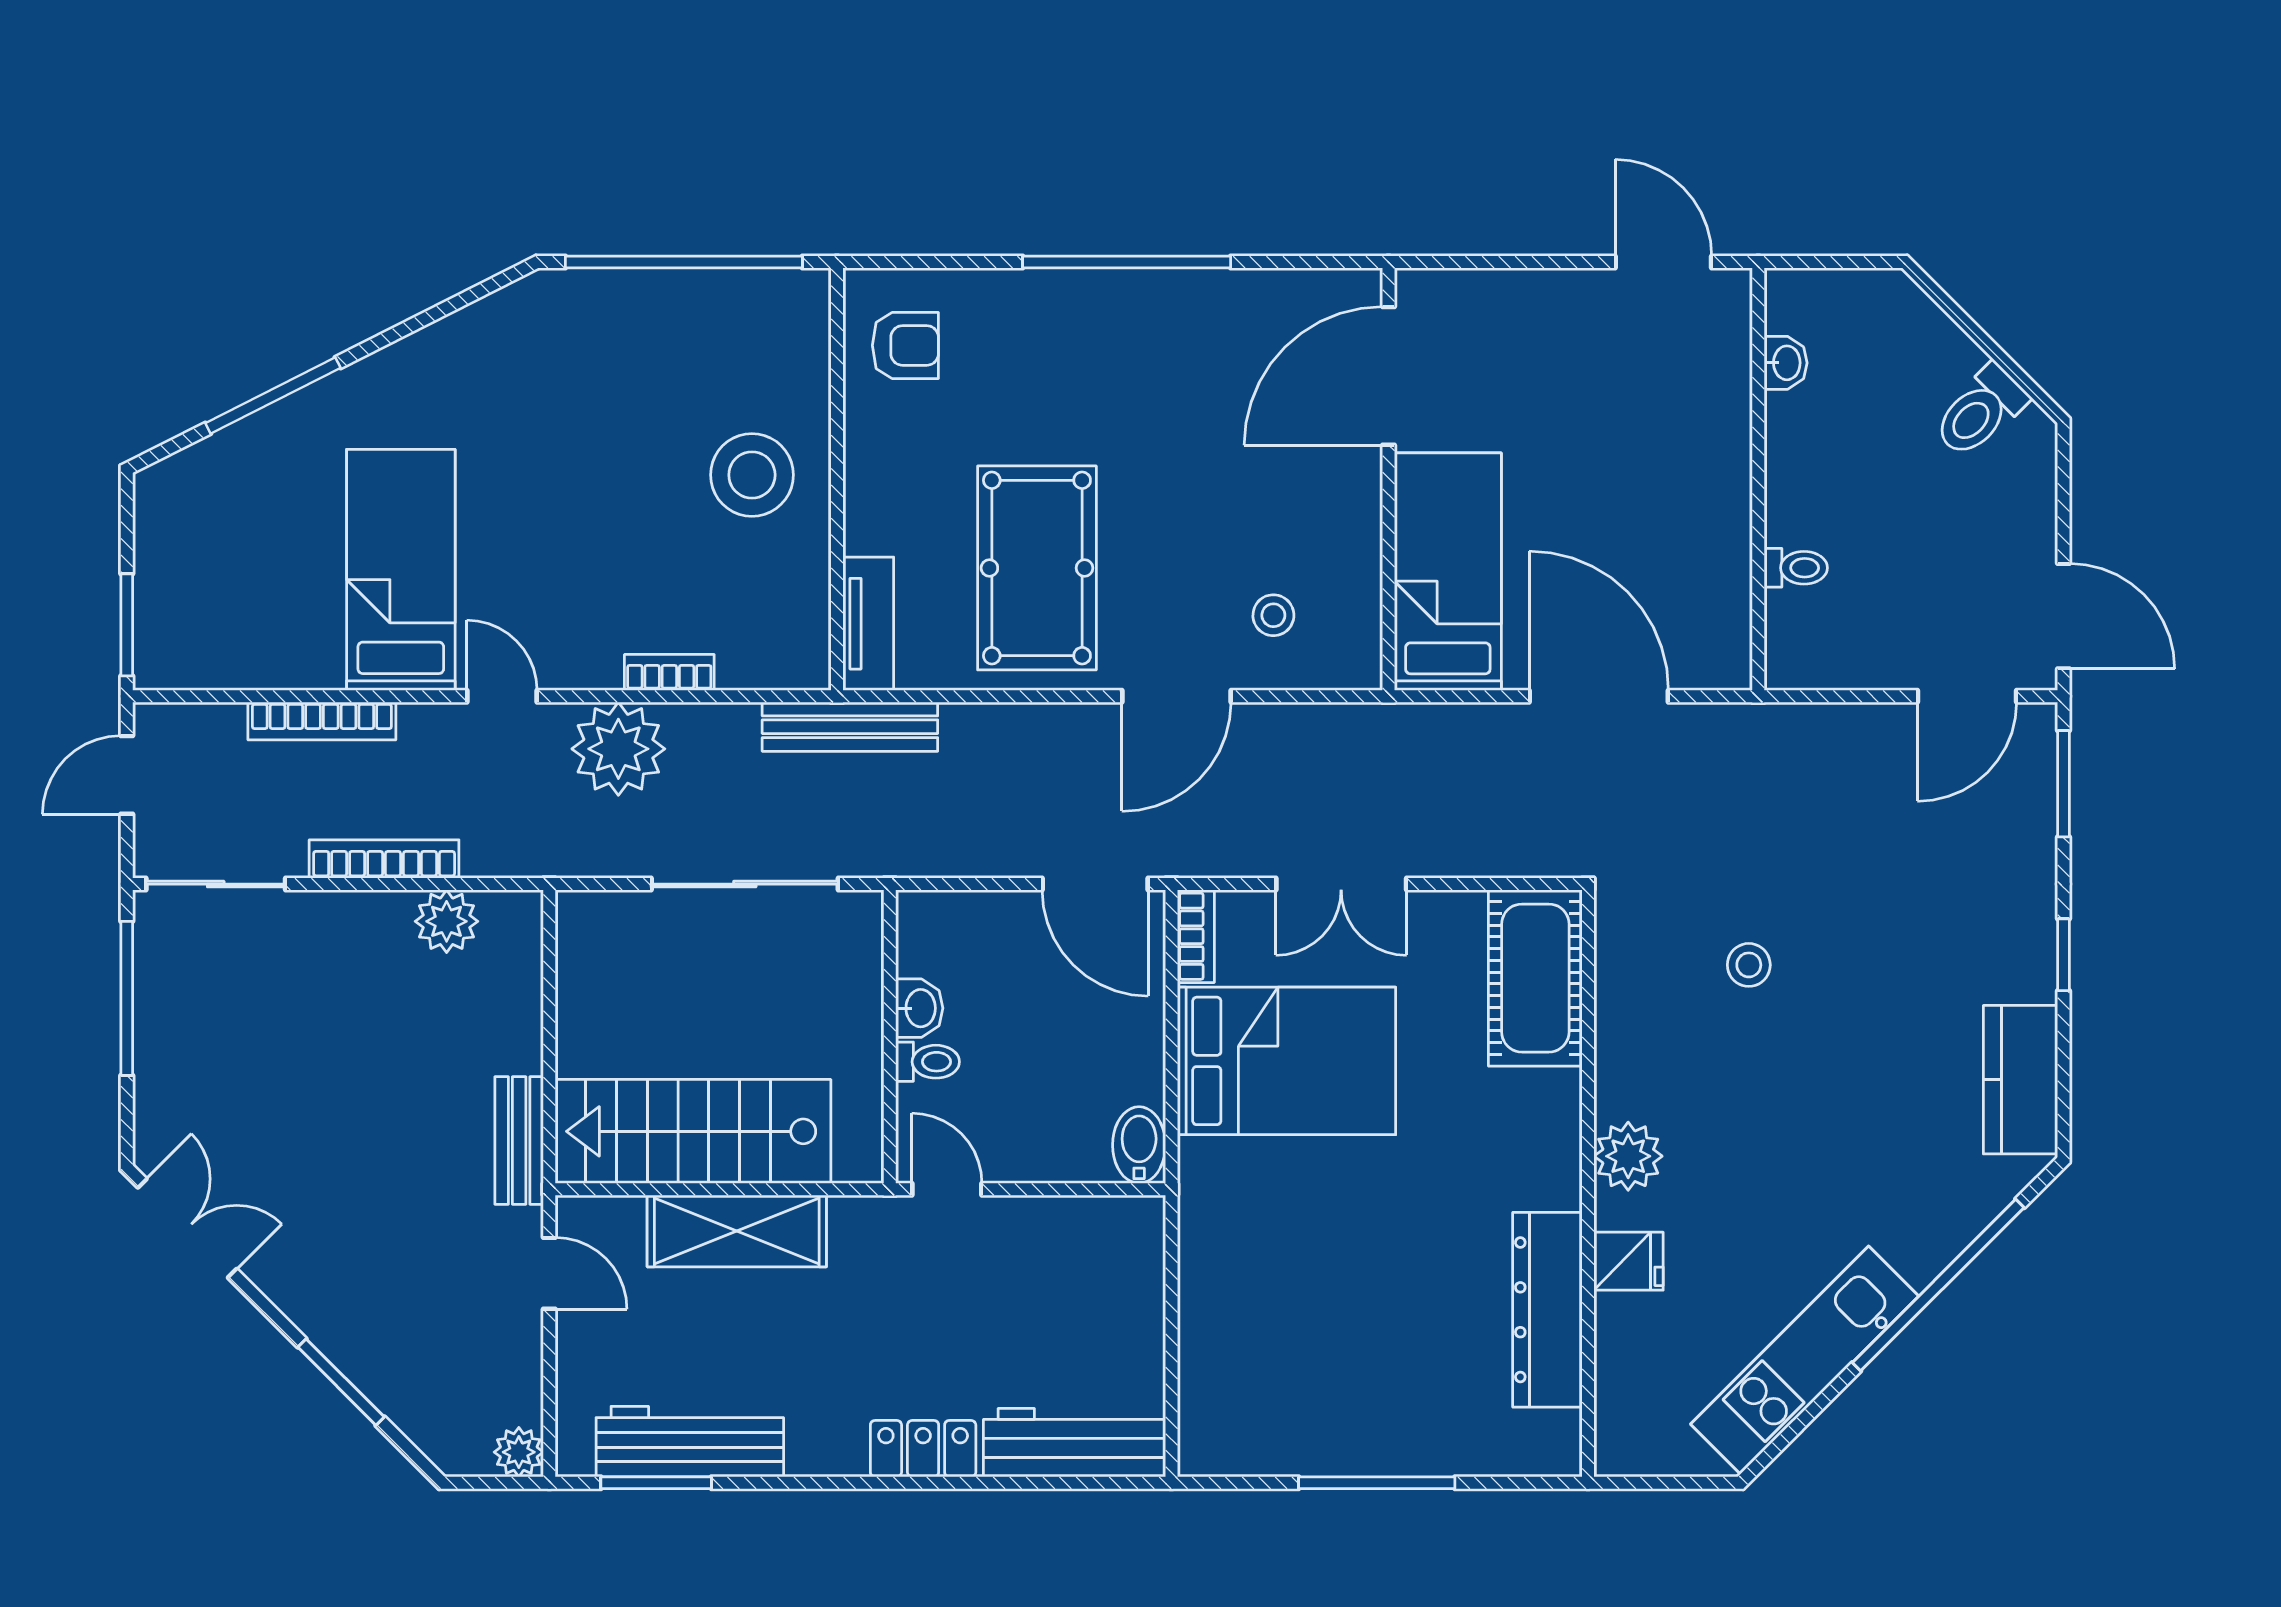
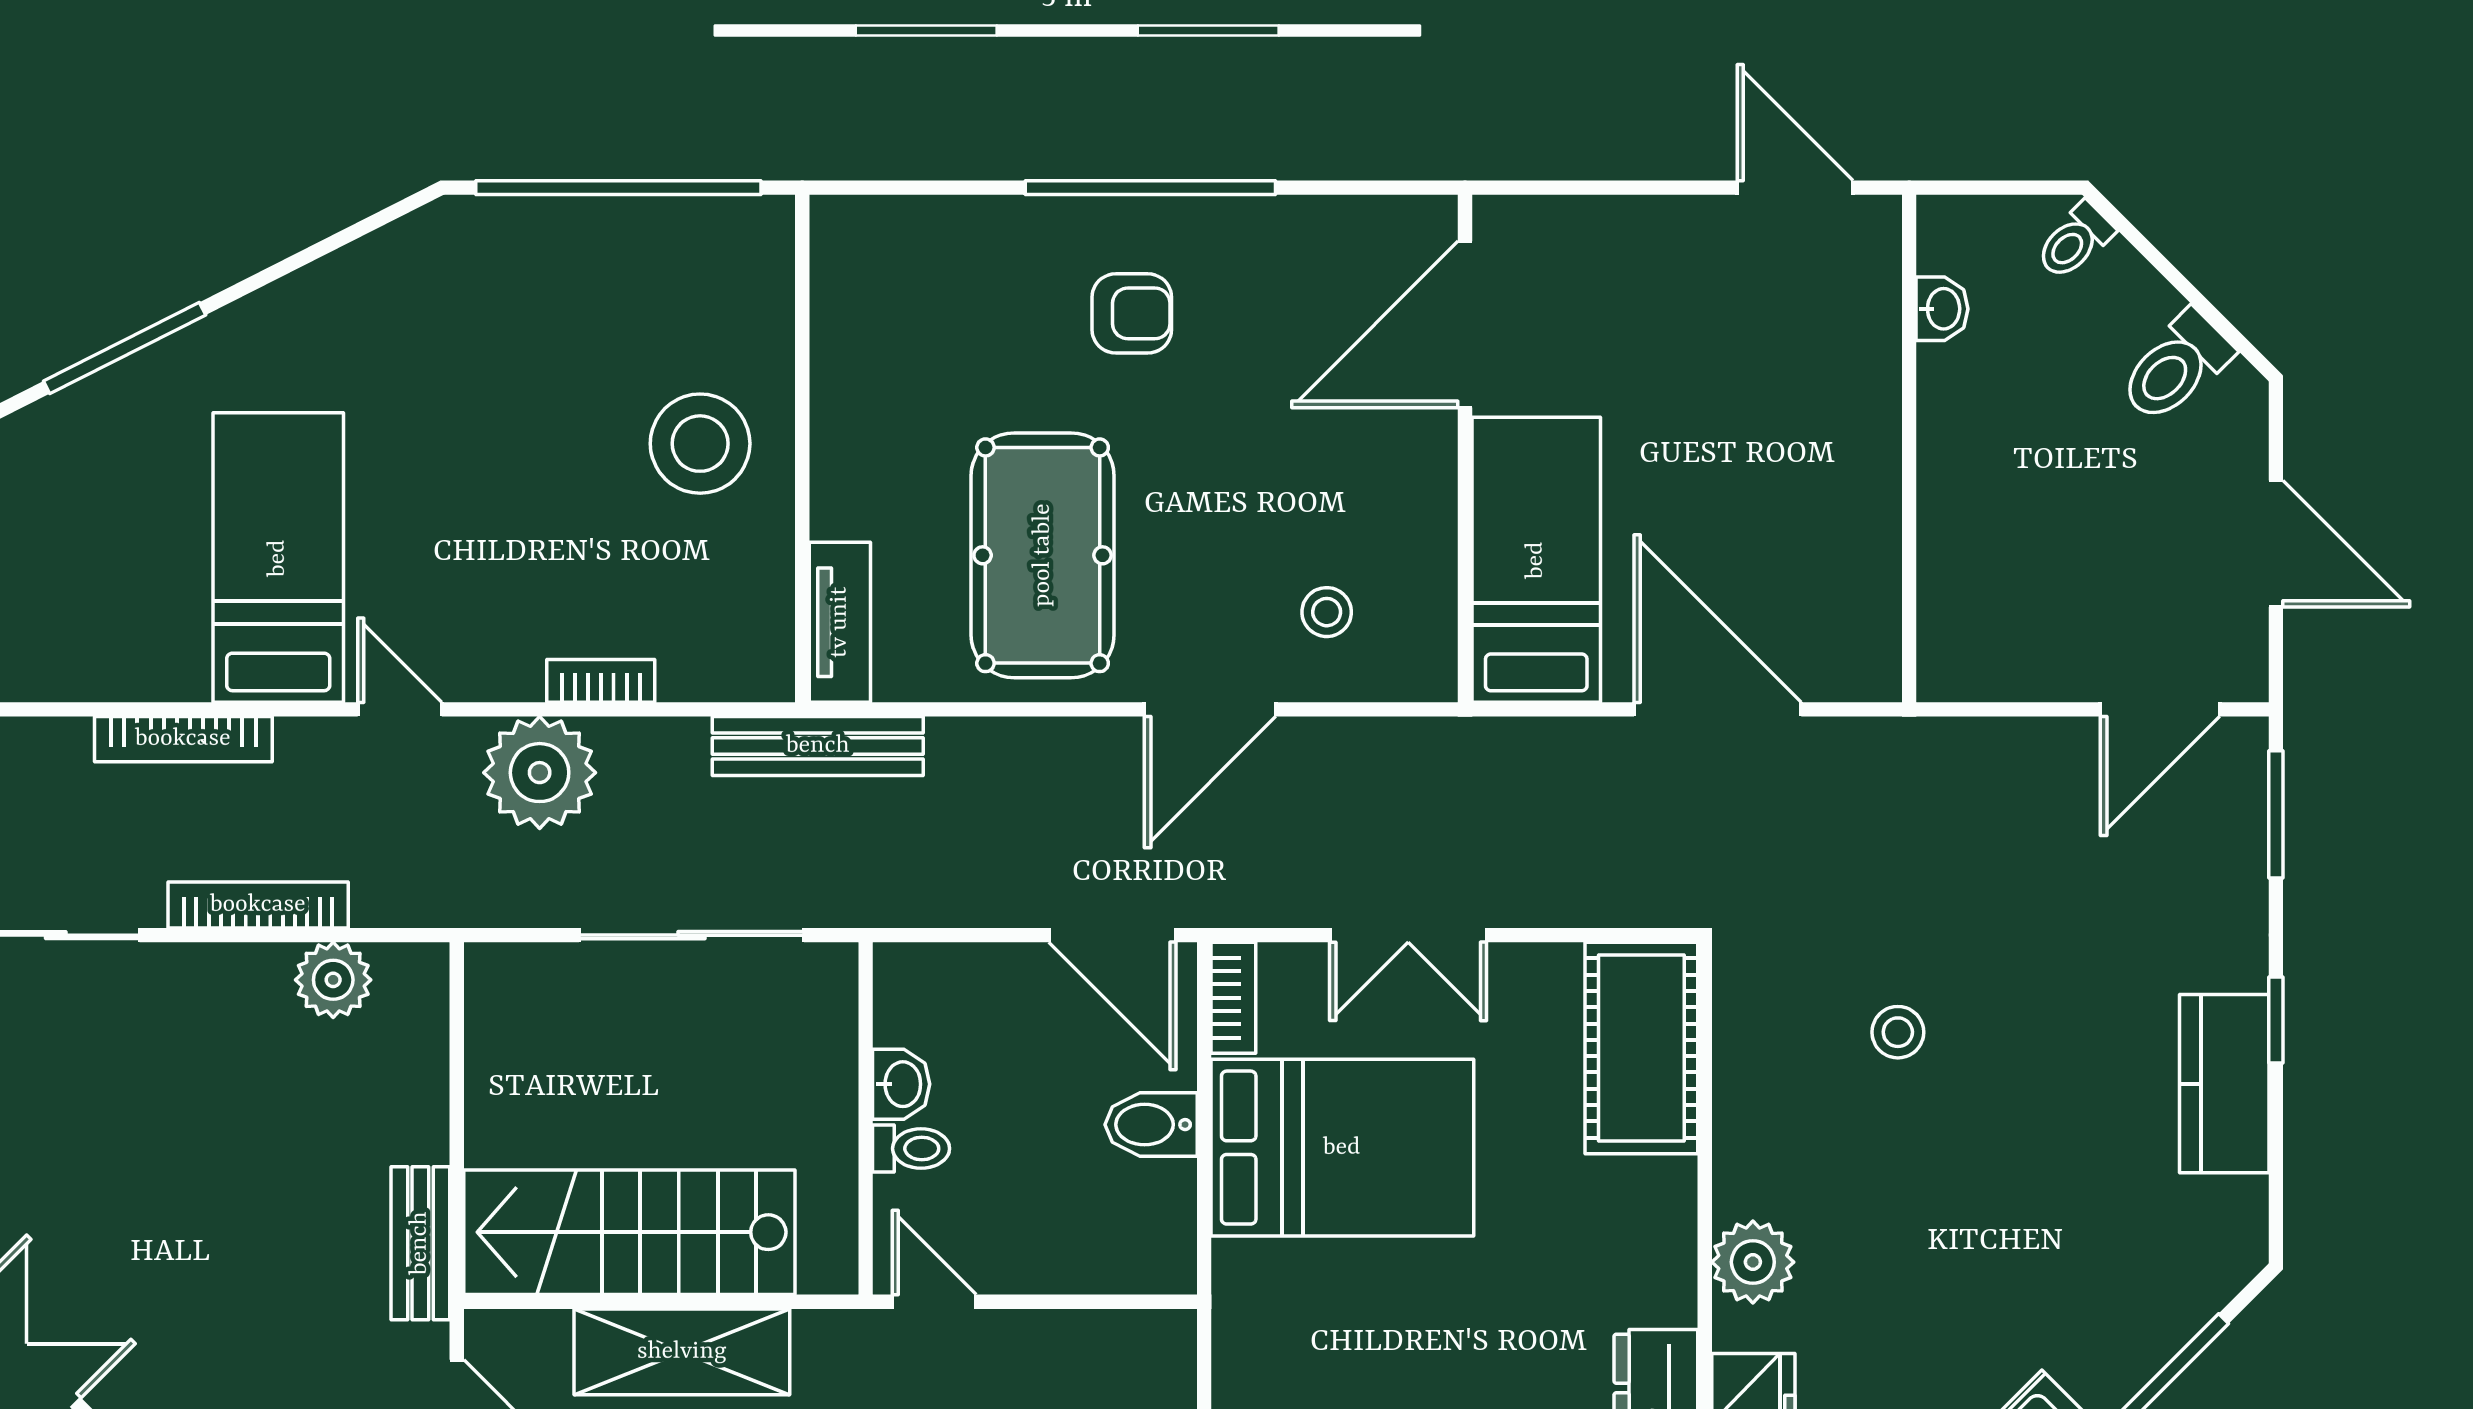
armchair: (905, 345) -> (1132, 313), moved
toilet: (1796, 568) -> (2075, 241), moved, turned 135
door: (2063, 616) -> (2276, 544), moved
kitchen counter: (2020, 1080) -> (2224, 1084), moved
bidet: (1139, 1145) -> (1151, 1125), moved, turned -90

